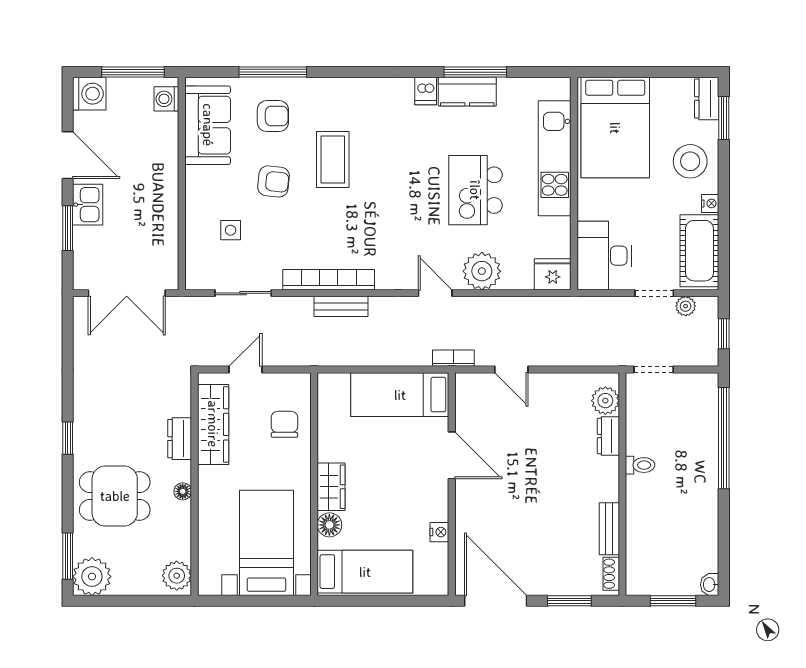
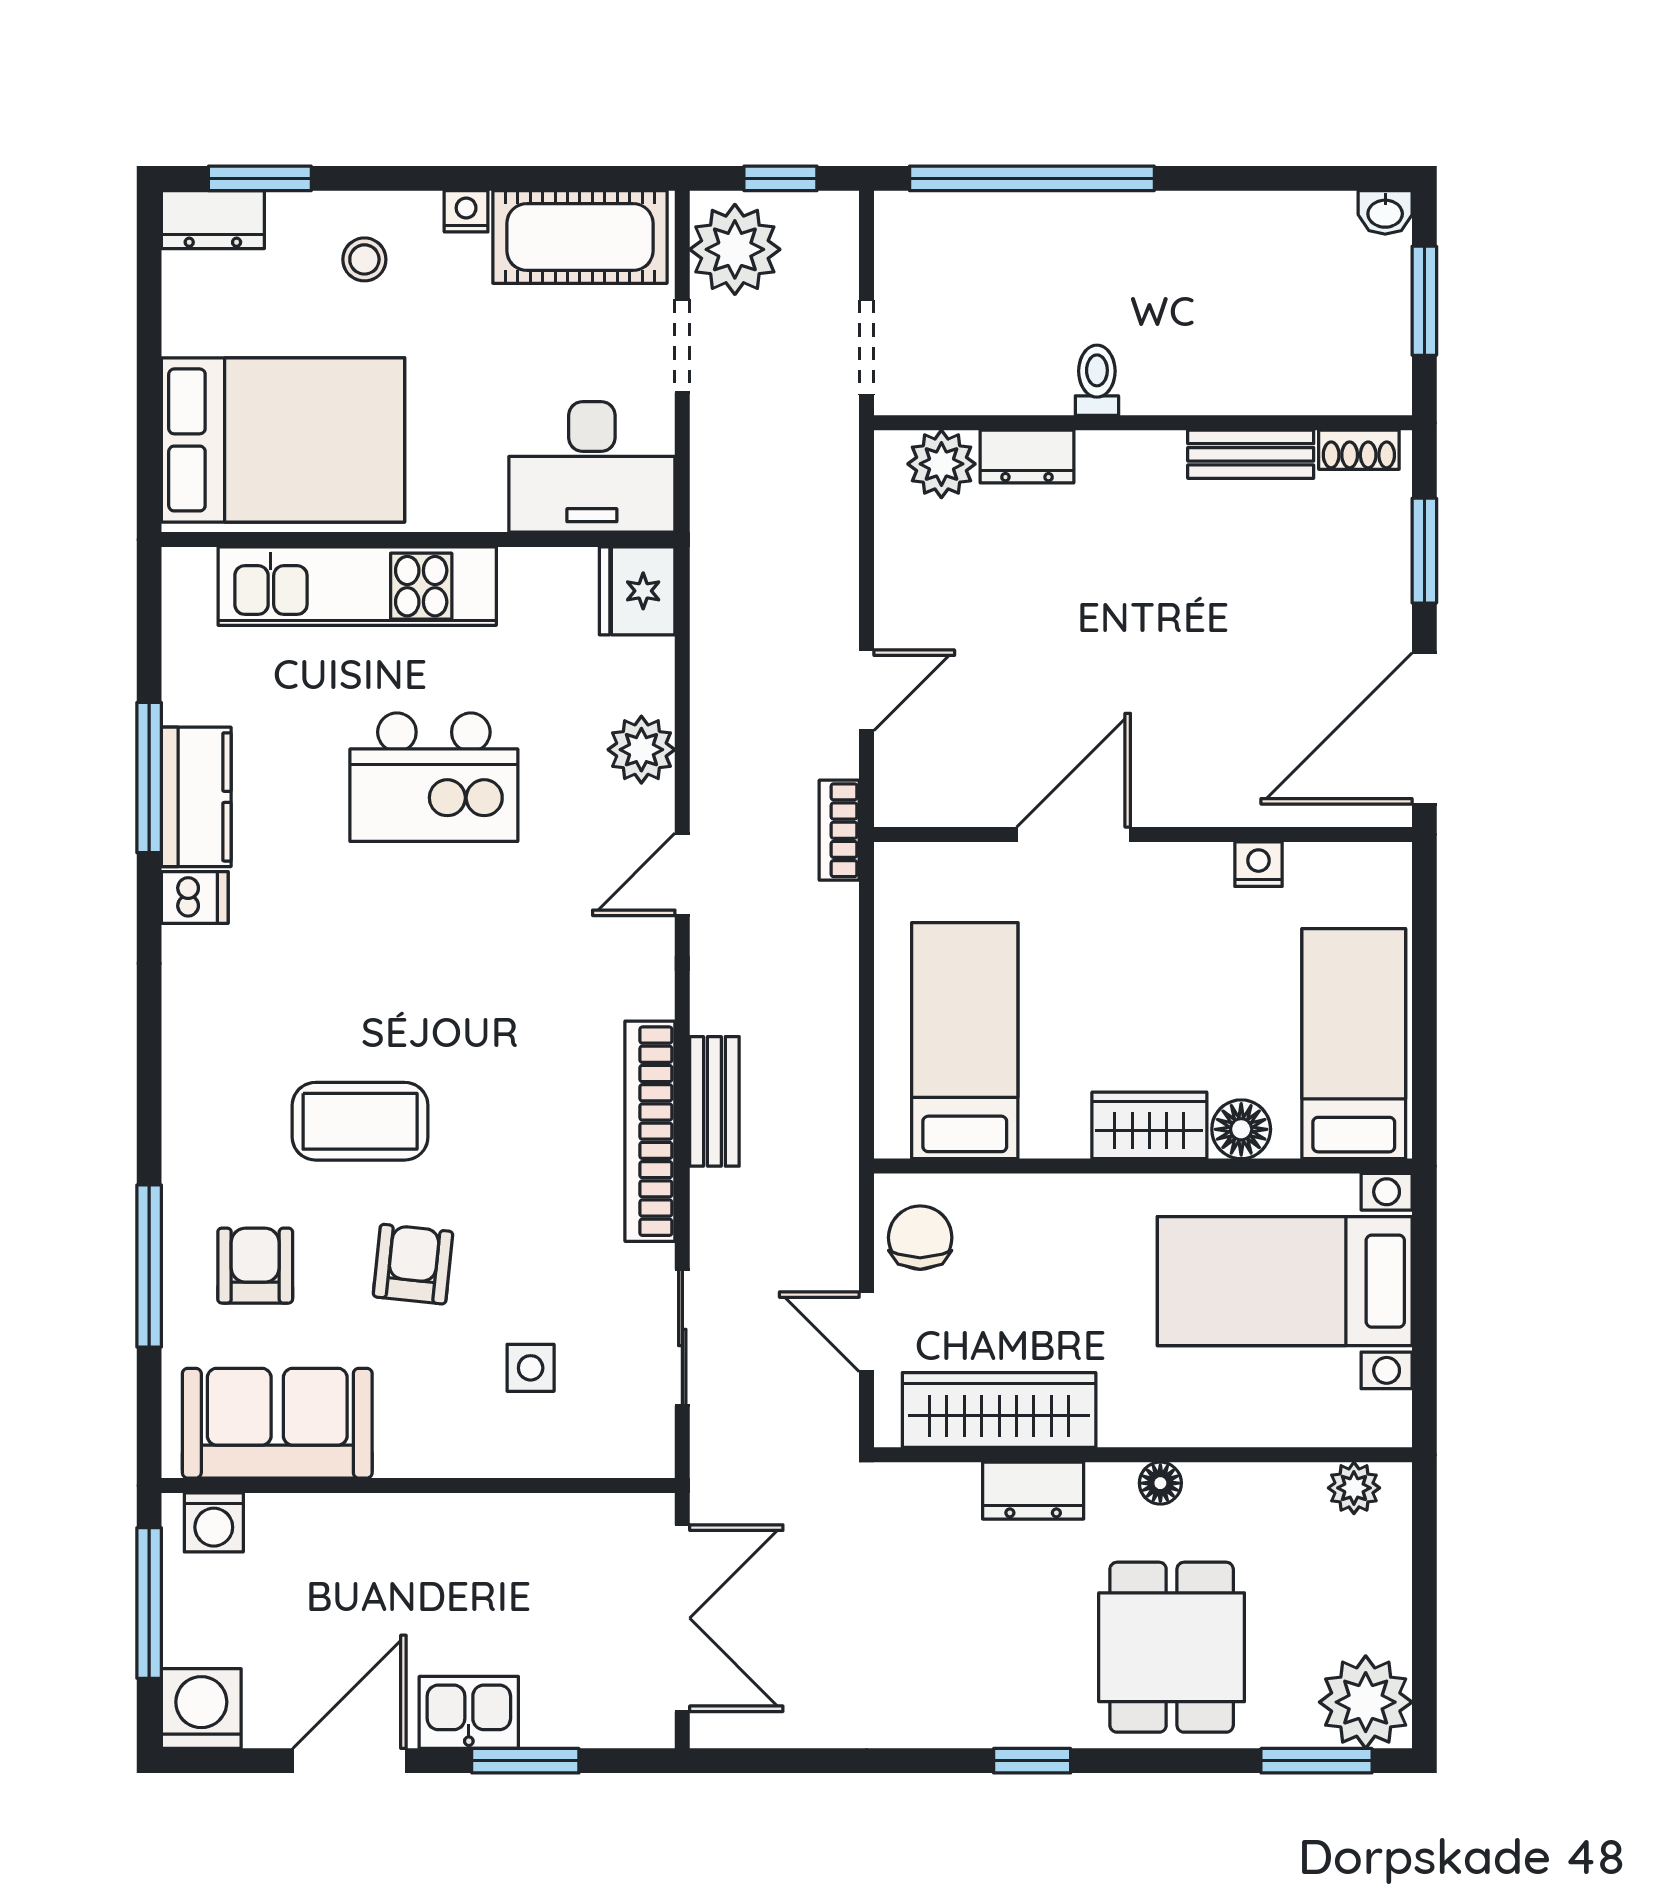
stool: (690, 161) -> (364, 259), width x0.53, depth x0.53
plant: (482, 271) -> (641, 750), width x0.73, depth x0.73
plant: (686, 306) -> (735, 249), width x1.88, depth x1.88
bed: (400, 395) -> (965, 1041), moved, turned 180
chair: (284, 424) -> (920, 1238), moved, turned 90
plant: (177, 576) -> (1354, 1488), width x0.73, depth x0.73

